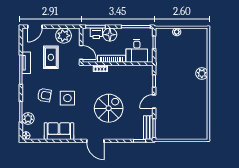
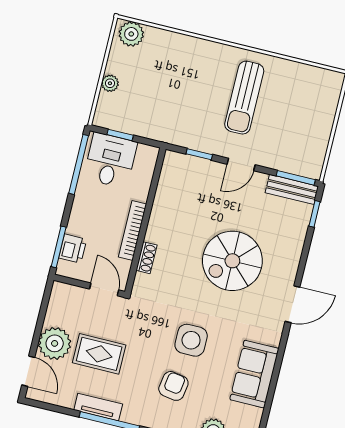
floor lamp: (110, 35) -> (82, 222), removed
plant: (64, 36) -> (55, 343), moved
desk: (137, 51) -> (110, 160), moved, turned -90
door: (81, 52) -> (104, 289), hinge flipped
plant: (202, 73) -> (131, 34), moved
sun lounger: (185, 95) -> (244, 98), added
door: (154, 101) -> (241, 164), hinge flipped
spiral stairs: (109, 108) -> (232, 261), turned -90

